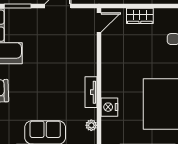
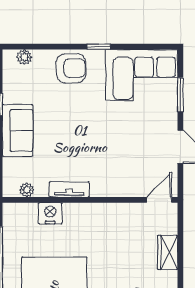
door: (99, 22) -> (159, 200), swing flipped

